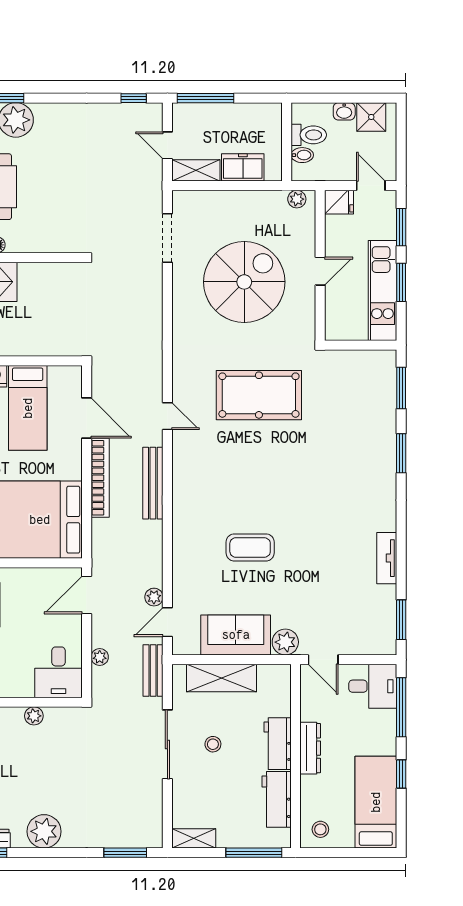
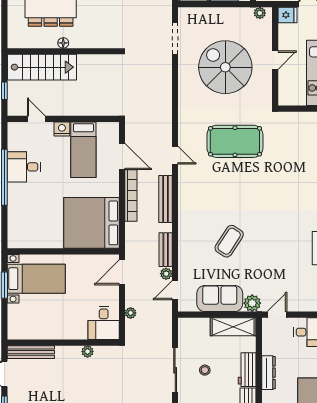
spiral stairs: (244, 282) -> (225, 67), turned -90
coffee table: (250, 547) -> (229, 241), turned -57
door: (323, 660) -> (277, 315), swing flipped
bench: (153, 671) -> (166, 250), moved
shelving: (222, 678) -> (233, 327), moved

